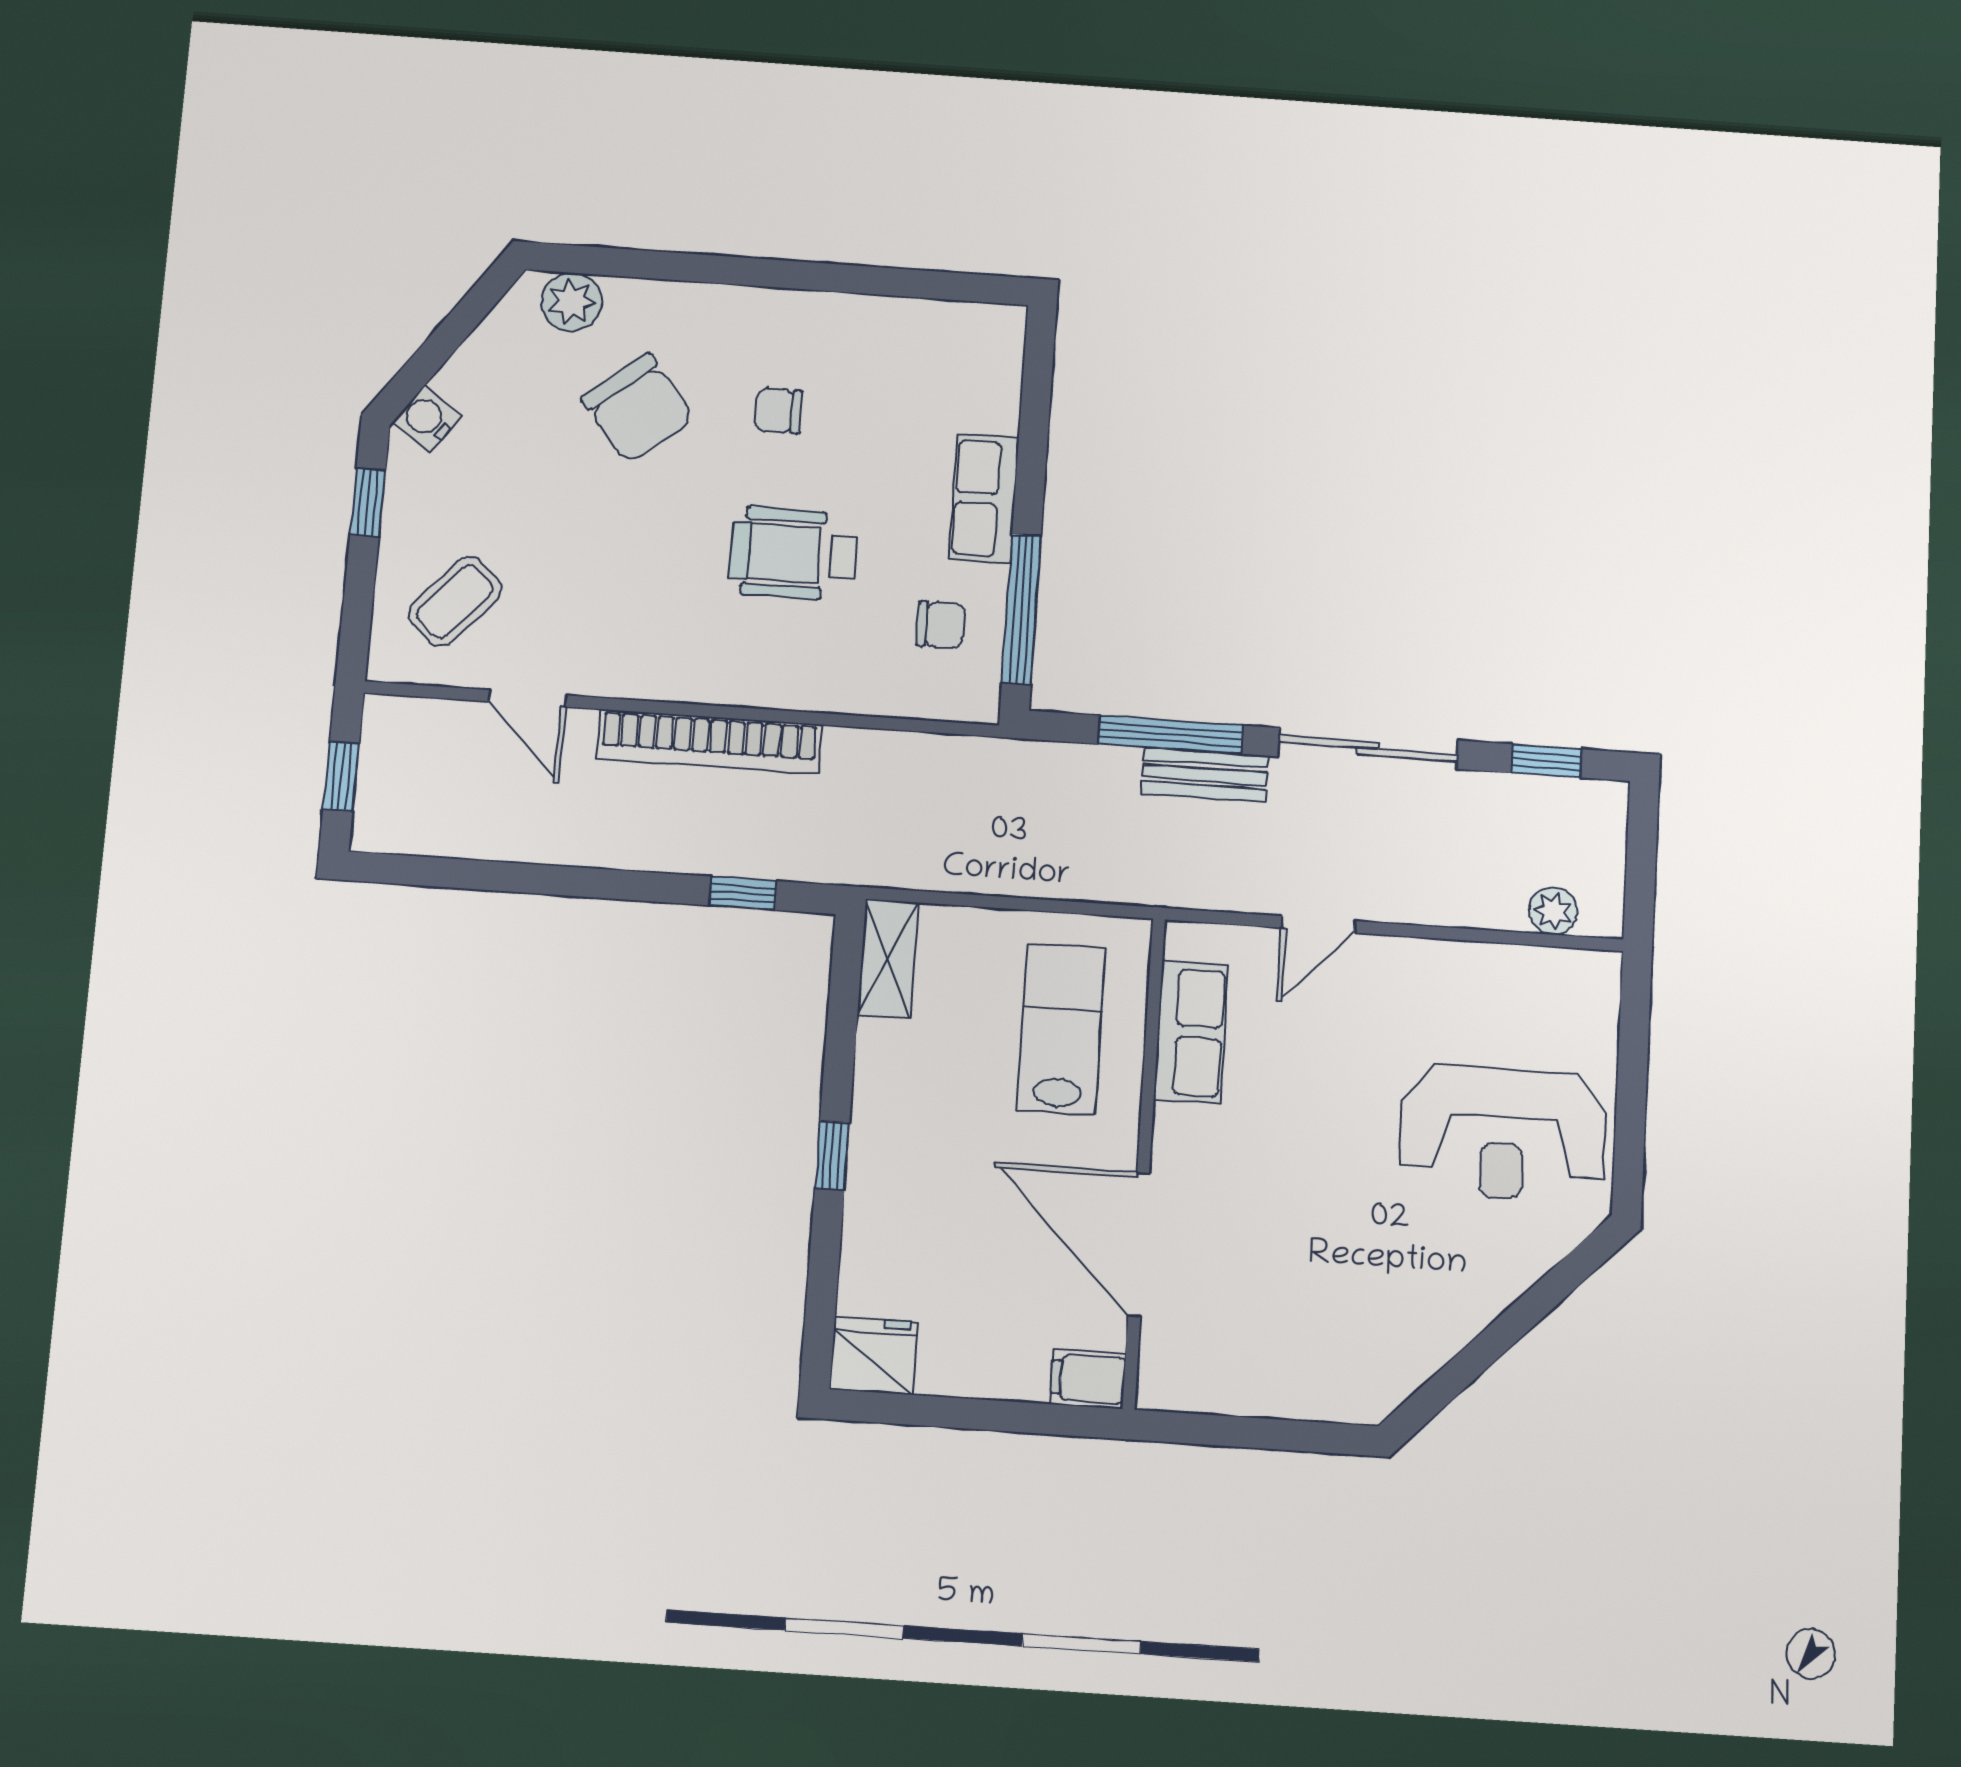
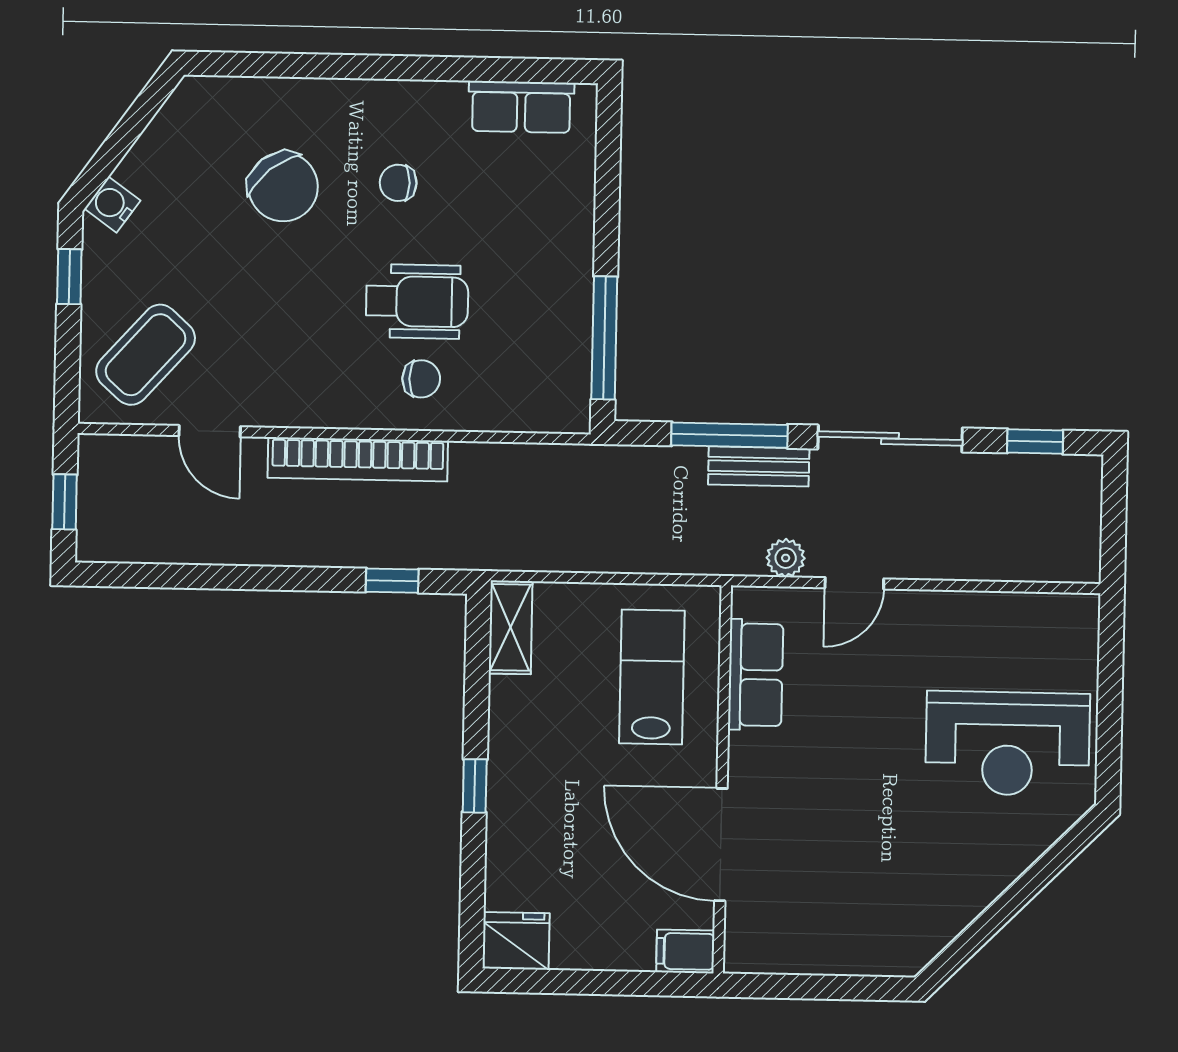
plant: (572, 302) -> (223, 100), removed
row of seats: (984, 499) -> (521, 107), moved, turned -90
wheelchair: (794, 554) -> (417, 301), turned 180
coffee table: (455, 601) -> (146, 355), width x1.36, depth x1.30
chair: (941, 625) -> (421, 379), moved
plant: (1553, 911) -> (786, 558), moved

